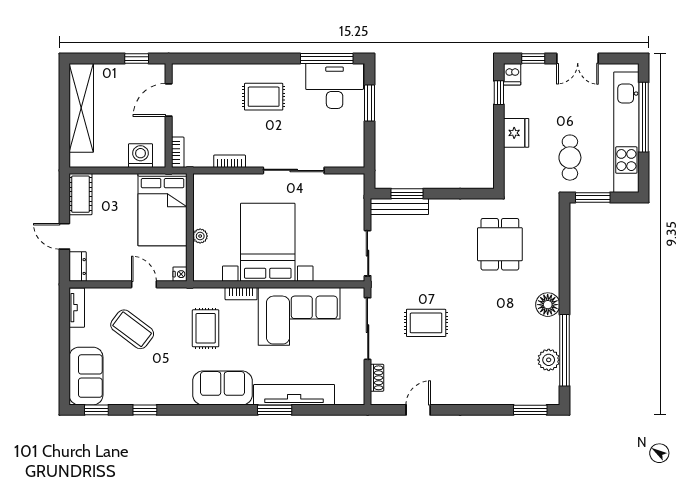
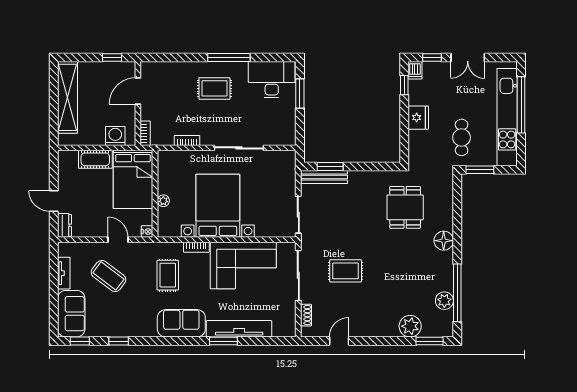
window: (327, 58) -> (229, 58), moved
cot: (80, 194) -> (95, 159), moved, turned 90
floor lamp: (548, 305) -> (444, 241), moved
tv unit: (77, 308) -> (64, 273), moved
plant: (506, 392) -> (410, 326), added

